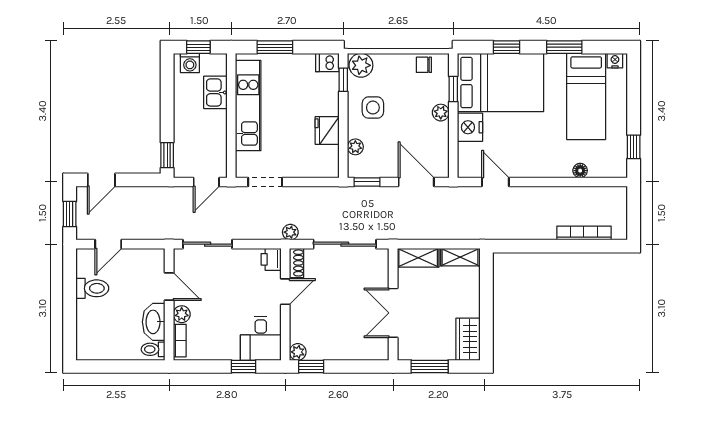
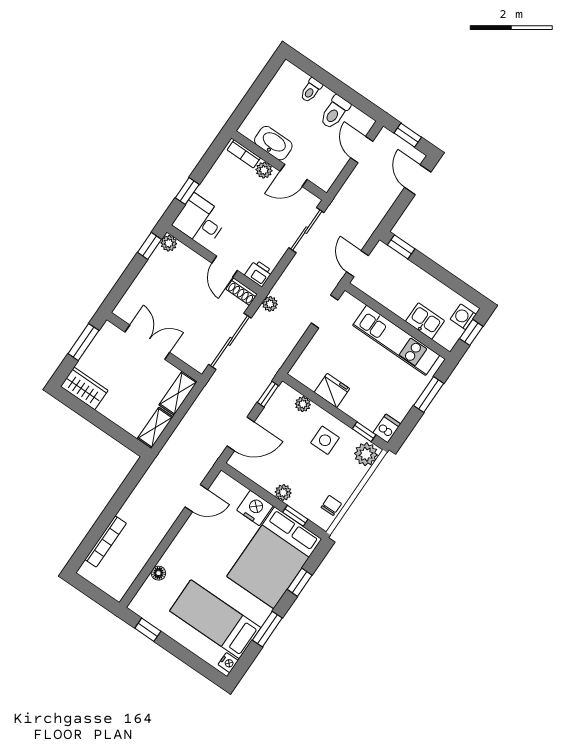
toilet: (153, 349) -> (311, 90), moved, turned 180

